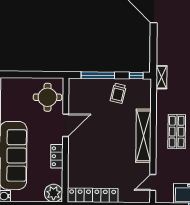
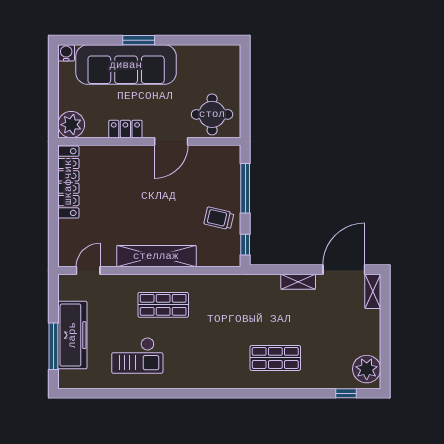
shelving: (161, 77) -> (298, 282), moved
door: (66, 125) -> (171, 141), hinge flipped
door: (153, 182) -> (88, 270), hinge flipped

